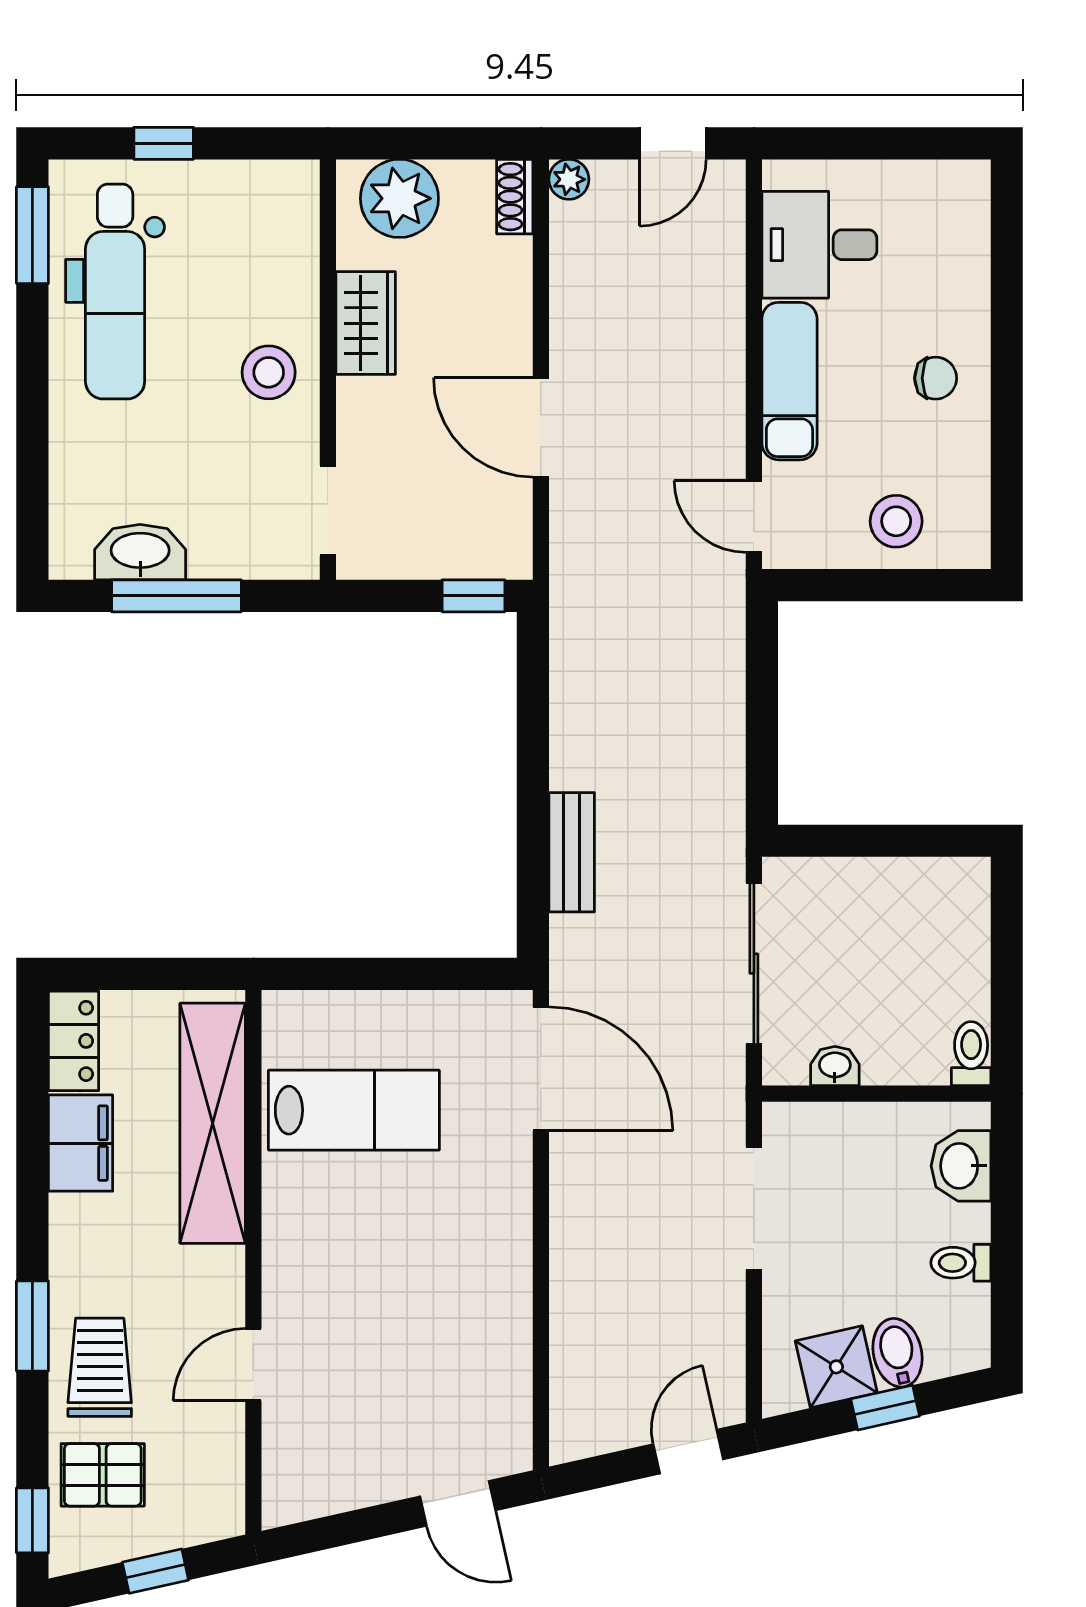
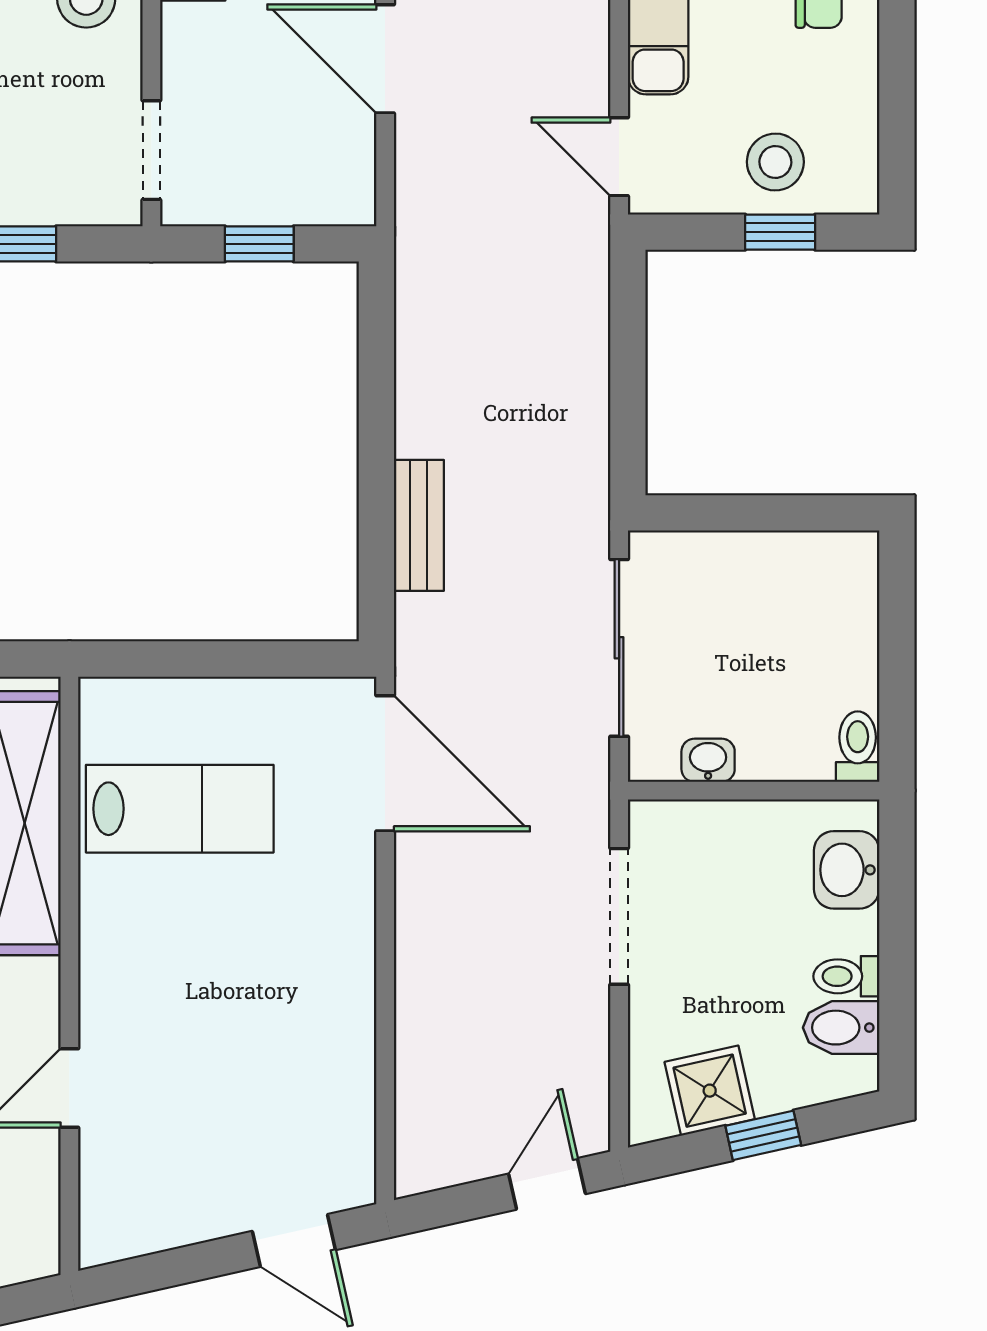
window: (901, 585) -> (780, 232), added
window: (473, 596) -> (259, 244), moved
bidet: (897, 1353) -> (841, 1028), moved, turned -77

